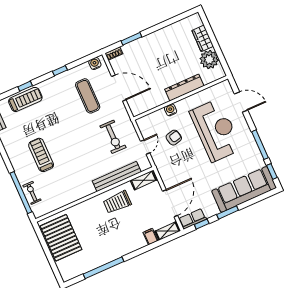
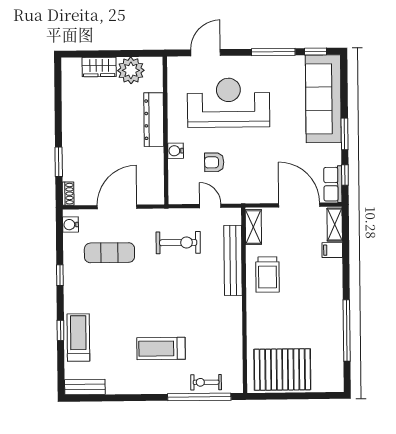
armchair: (174, 138) -> (214, 162), turned -77

